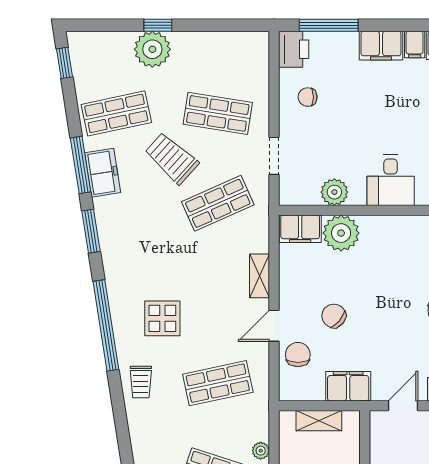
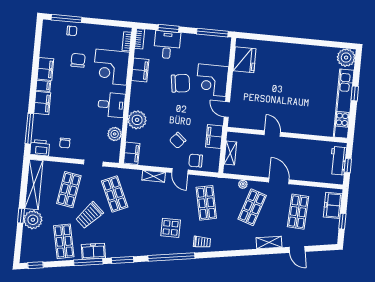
shelving: (221, 44) -> (34, 185), added
plant: (341, 233) -> (137, 120), moved

